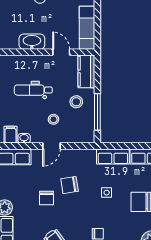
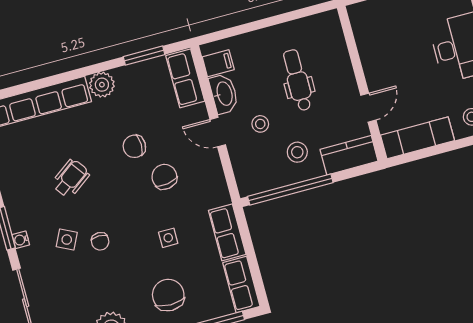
washbasin: (32, 42) -> (372, 58), removed
window: (97, 112) -> (290, 190), width x1.46
washbasin: (24, 138) -> (224, 94), width x1.91, depth x1.45

